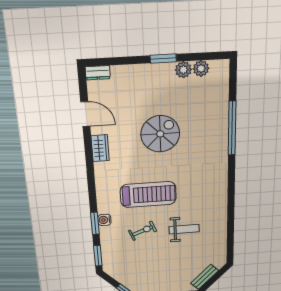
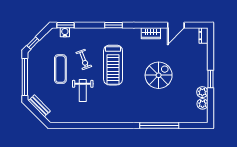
spiral stairs: (160, 134) -> (159, 75), turned -90
water cooler: (104, 220) -> (65, 32), moved
window: (95, 223) -> (114, 25), moved
exercise mat: (156, 257) -> (60, 69), added

